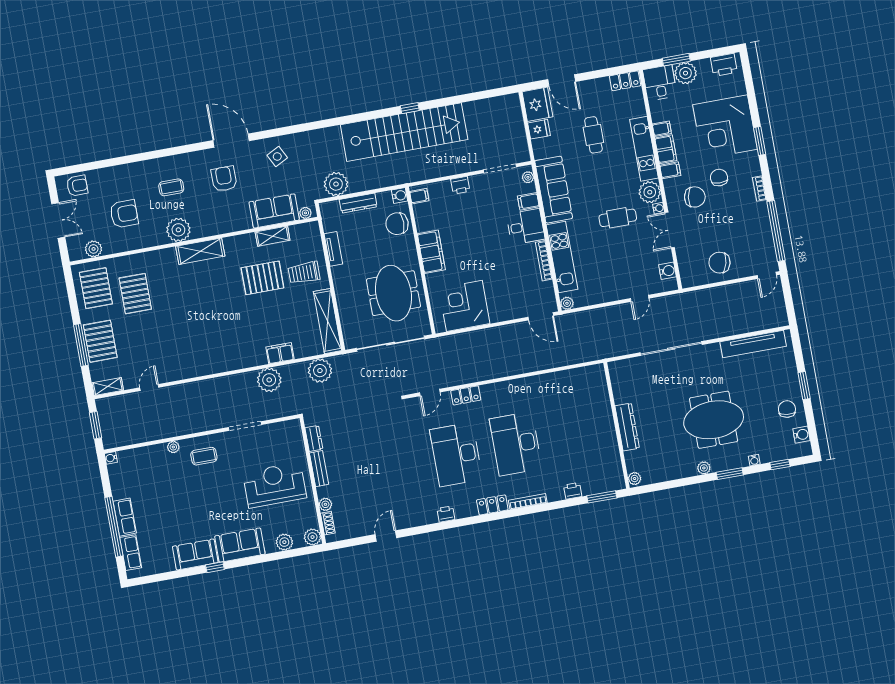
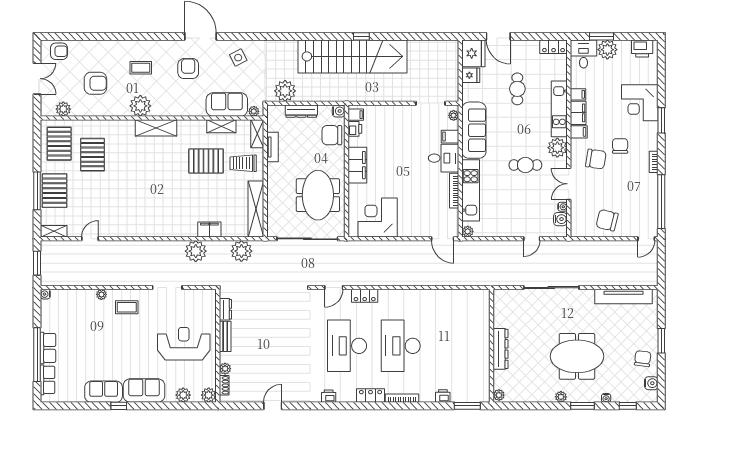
corner desk: (725, 127) -> (640, 103), width x0.74, depth x0.74
printer: (460, 185) -> (355, 129), moved, turned -90
water cooler: (659, 208) -> (563, 207), moved
shelving: (314, 237) -> (257, 134), added

